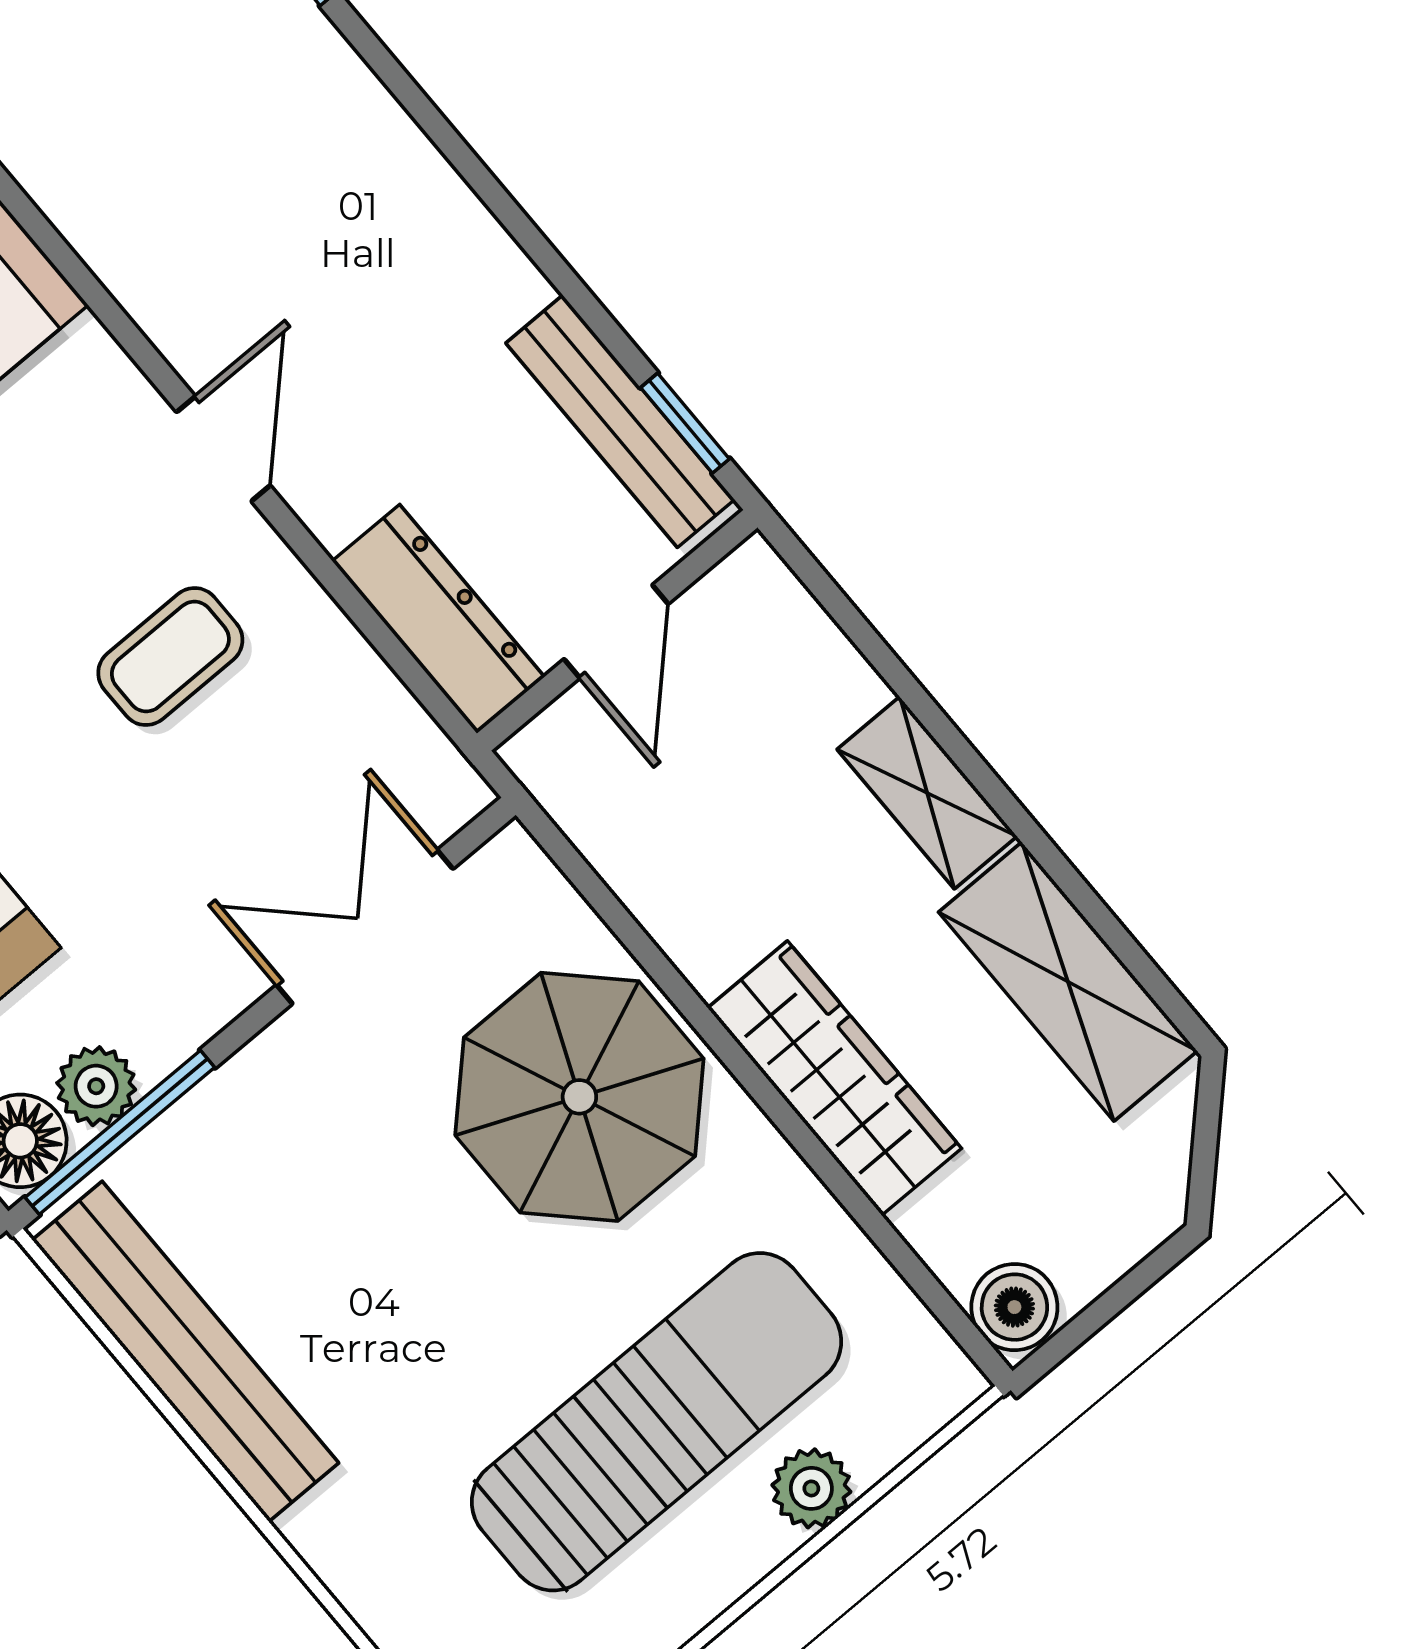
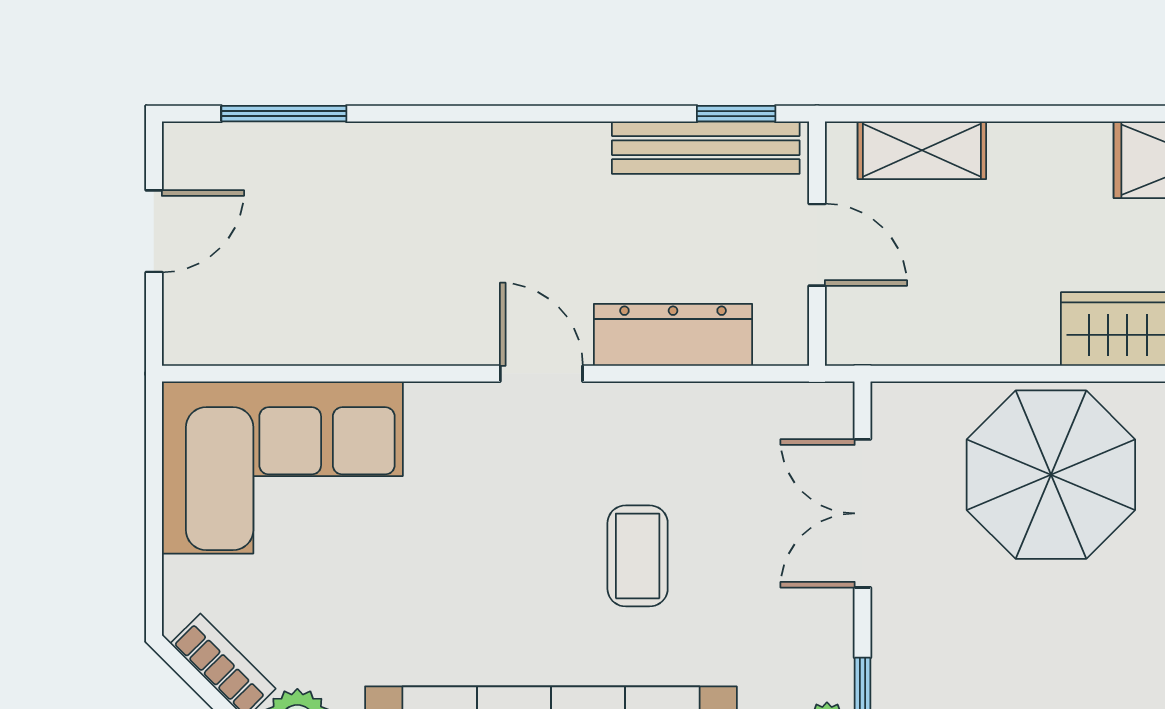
dresser: (438, 619) -> (673, 335), moved
coffee table: (170, 657) -> (638, 556), moved
shelving: (927, 793) -> (922, 150), moved

